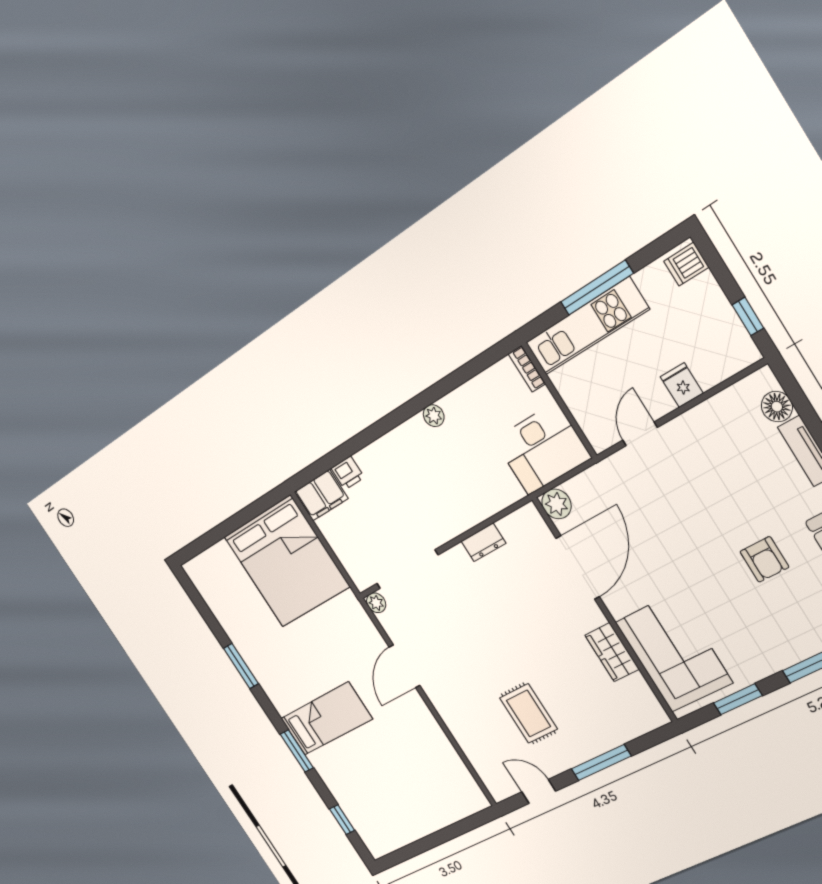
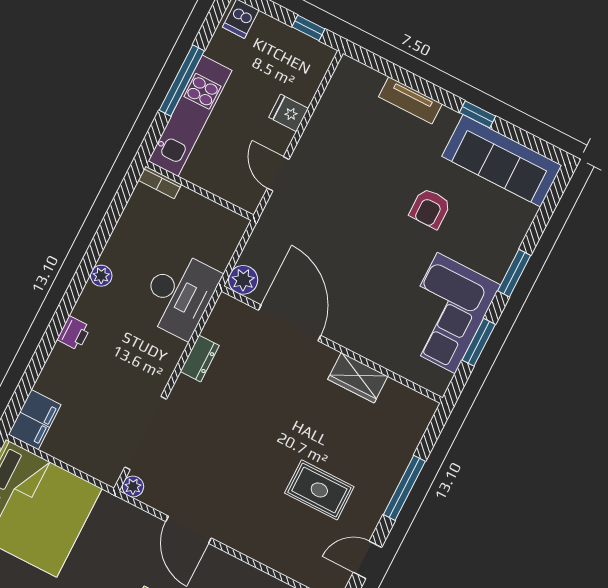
floor lamp: (777, 407) -> (369, 81), removed
desk: (542, 449) -> (179, 294), moved
printer: (348, 473) -> (74, 333), moved
armchair: (764, 559) -> (430, 208), turned 90
corner sofa: (674, 652) -> (446, 313), moved, turned -90

